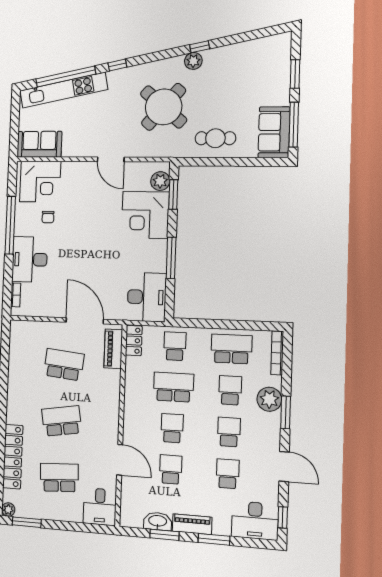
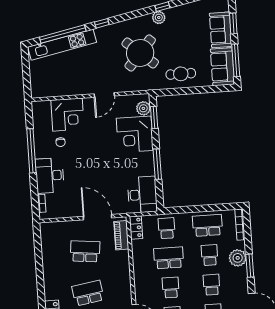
sofa: (39, 144) -> (221, 30), moved, turned -90
door: (111, 159) -> (104, 95), hinge flipped
corner desk: (40, 182) -> (67, 115), moved

